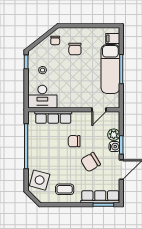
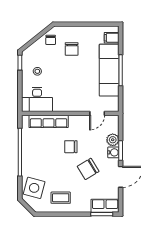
row of seats: (100, 197) -> (105, 206), width x0.68

